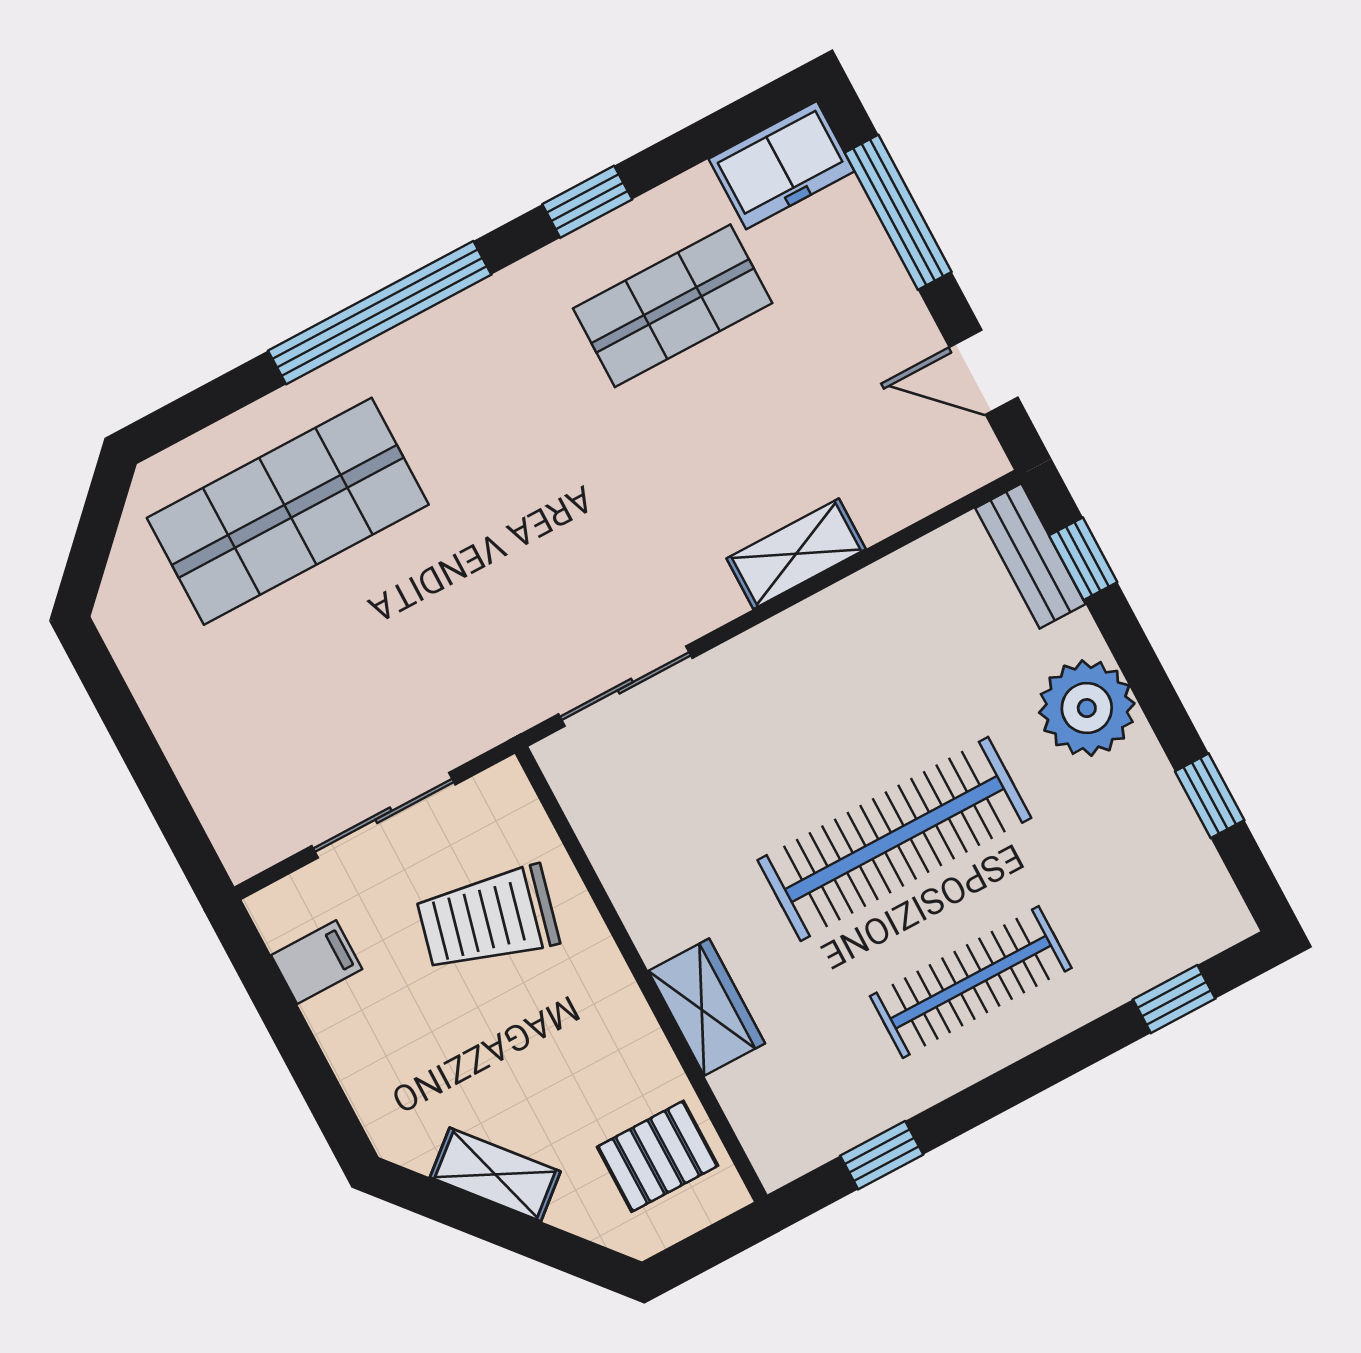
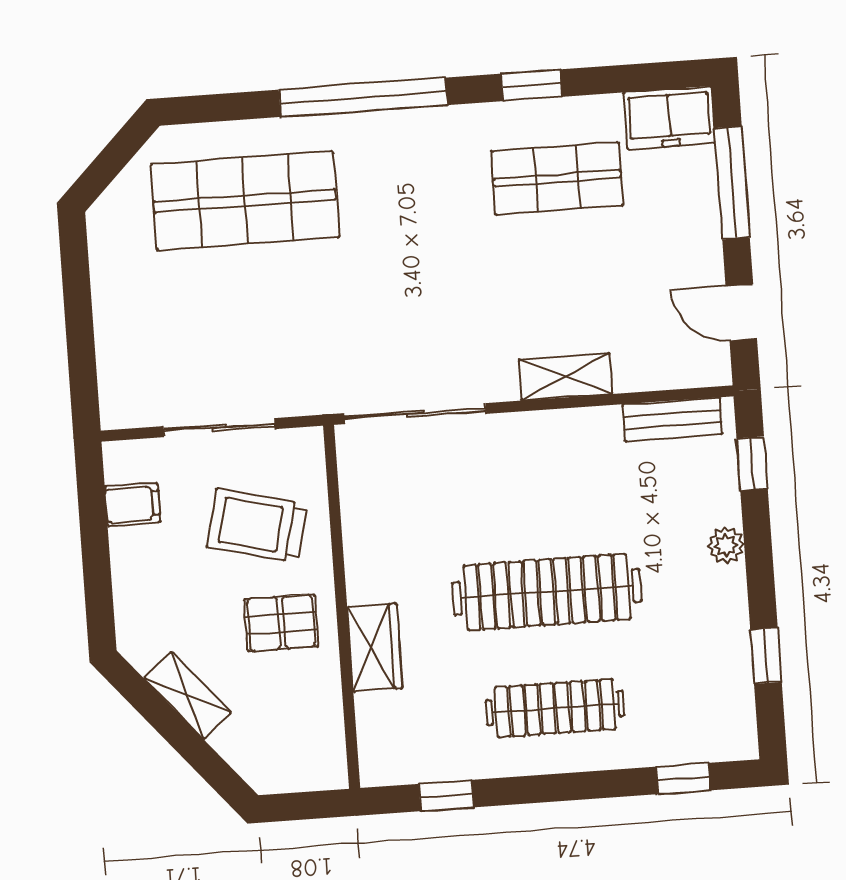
bench: (1030, 556) -> (672, 419), moved, turned 90
sliding door: (625, 686) -> (415, 414), width x1.37
plant: (1087, 708) -> (726, 545), width x0.53, depth x0.53
pallet: (658, 1156) -> (281, 623), moved

